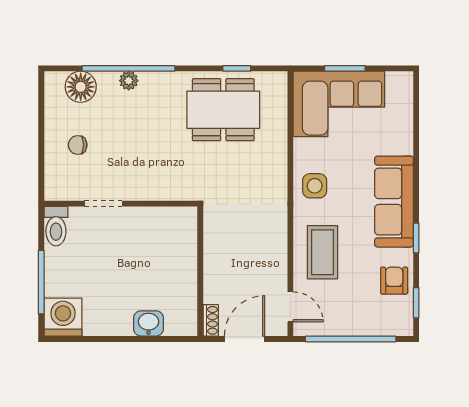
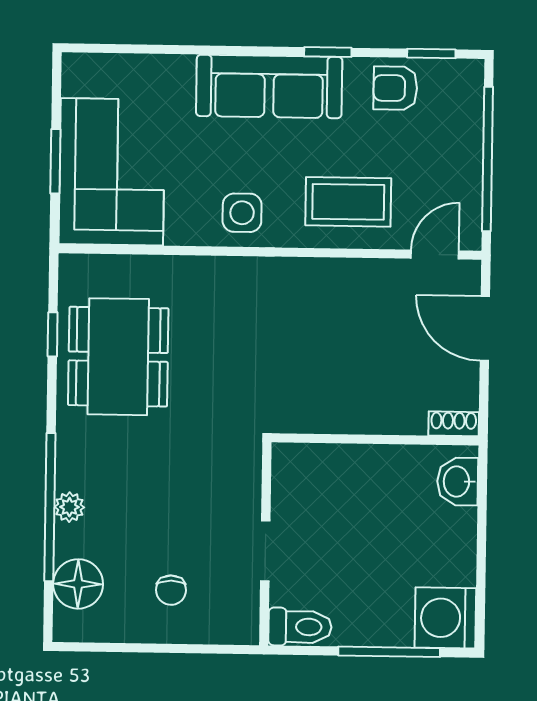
wall: (200, 271) -> (375, 439), moved
shoe rack: (211, 320) -> (454, 424), moved

